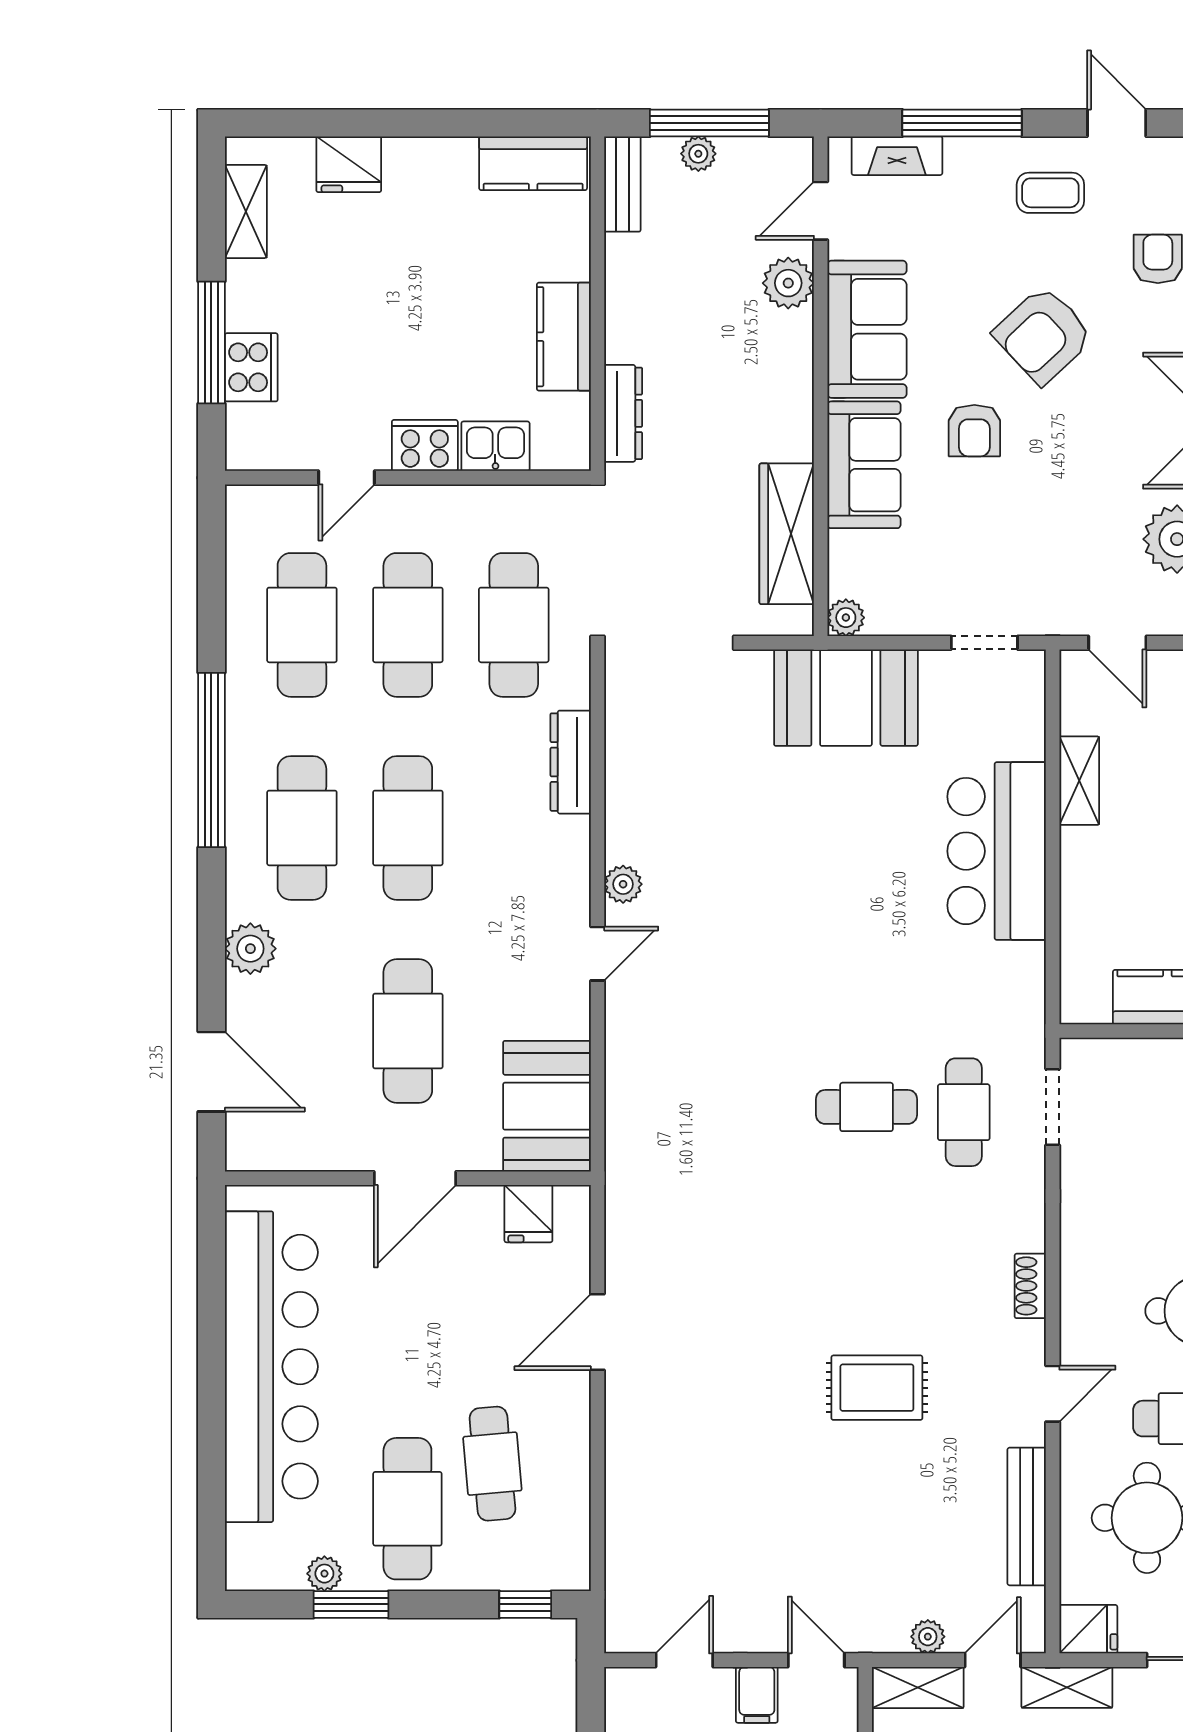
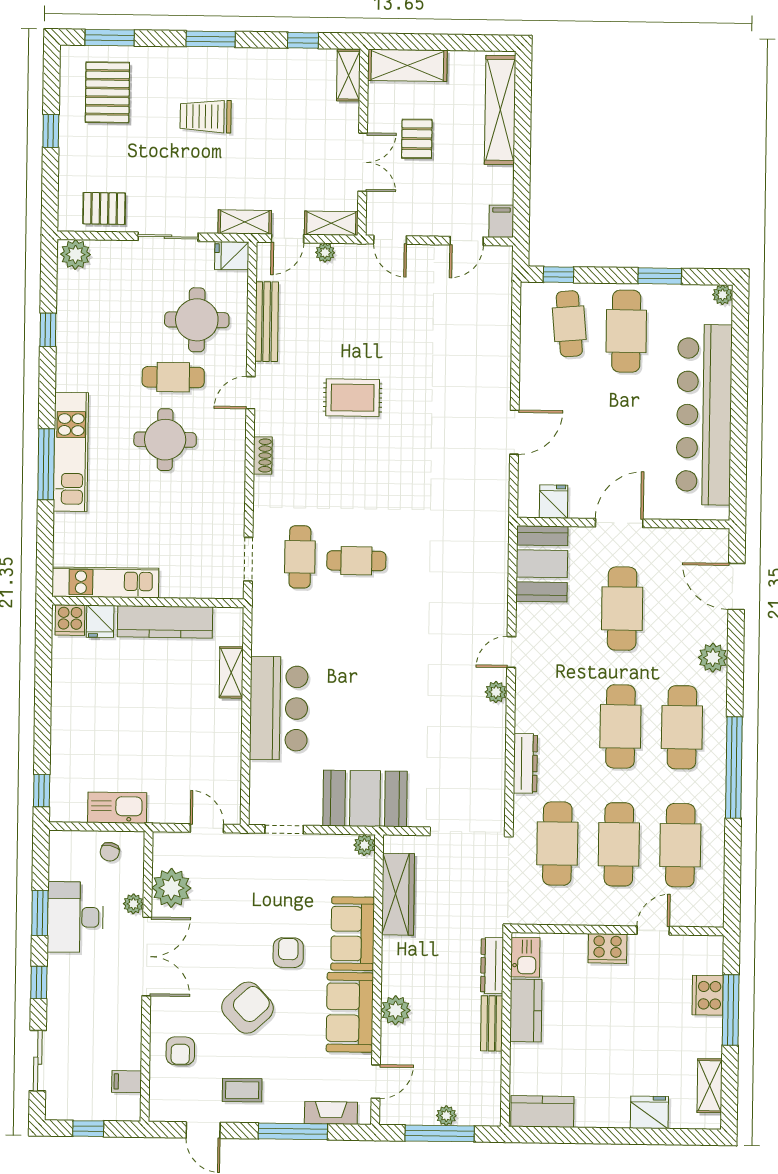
bench: (622, 184) -> (492, 1023), moved
plant: (788, 283) -> (396, 1010), moved
kitchen sink: (495, 446) -> (525, 957), moved, turned -90
shelving: (1079, 781) -> (231, 672), moved
cafe table: (492, 1464) -> (569, 324), moved
plant: (324, 1574) -> (723, 295), moved
filing cabinet: (757, 1695) -> (501, 221), moved

